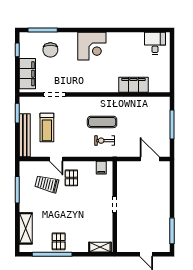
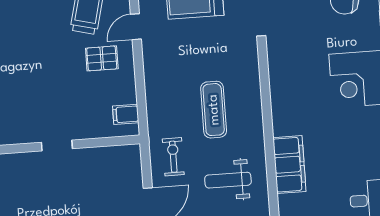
weight bench: (139, 117) -> (228, 180), added
exercise bike: (105, 141) -> (173, 157), moved

